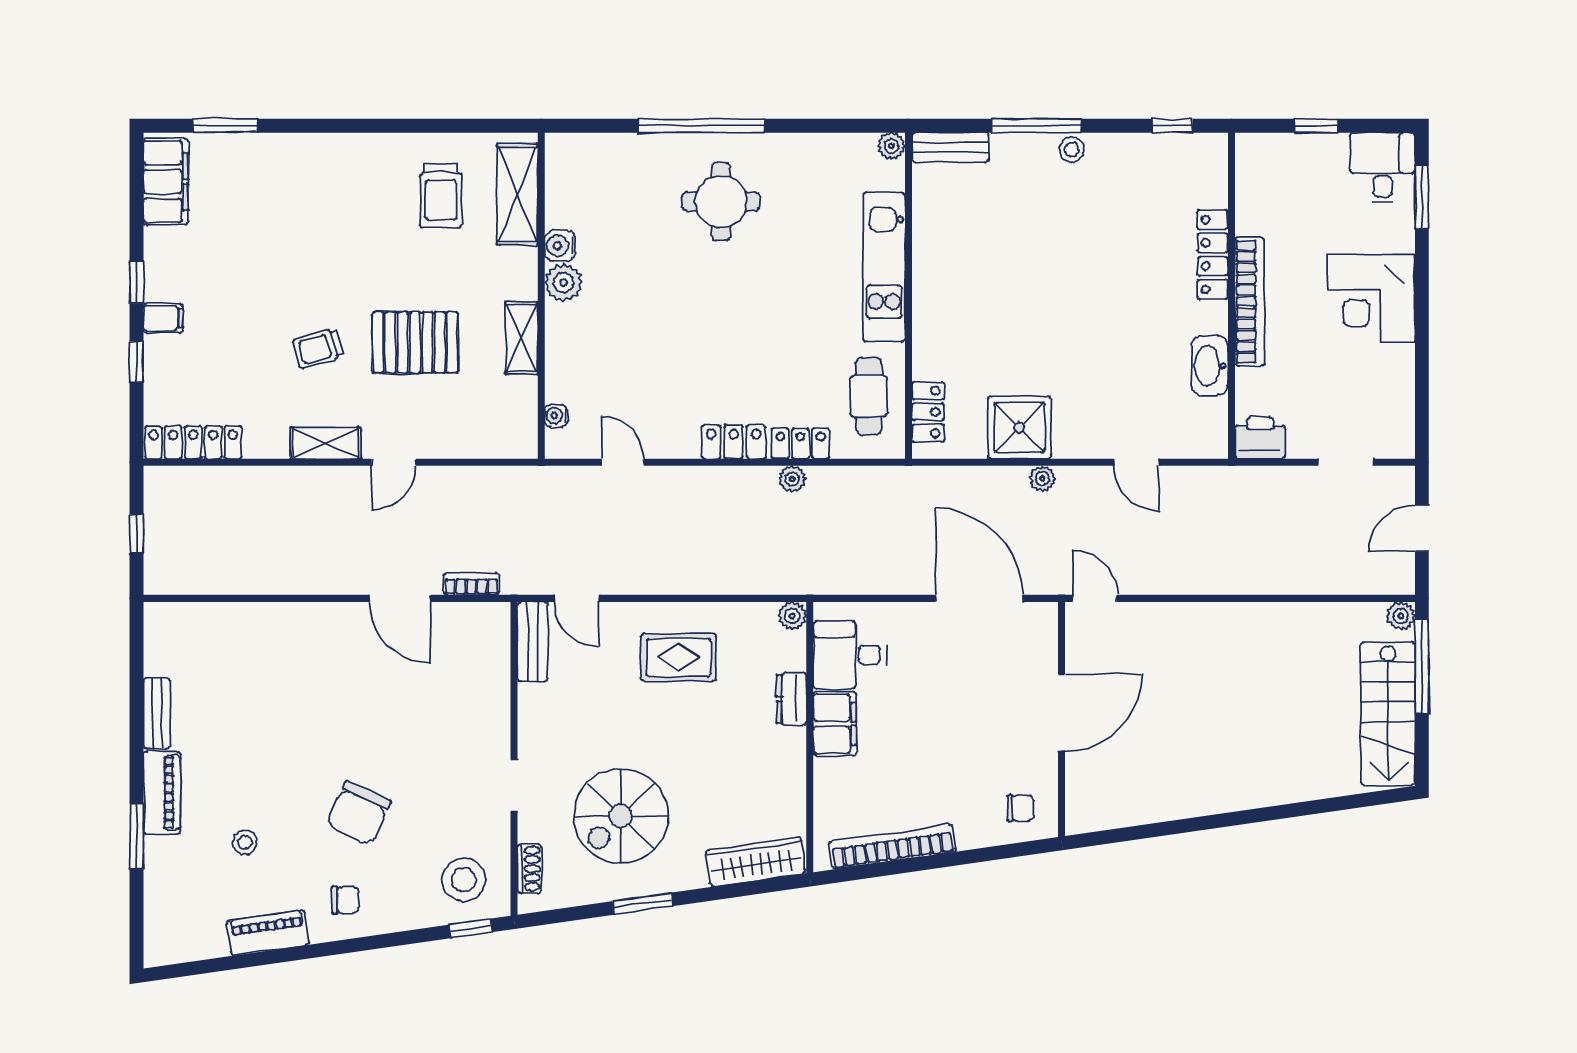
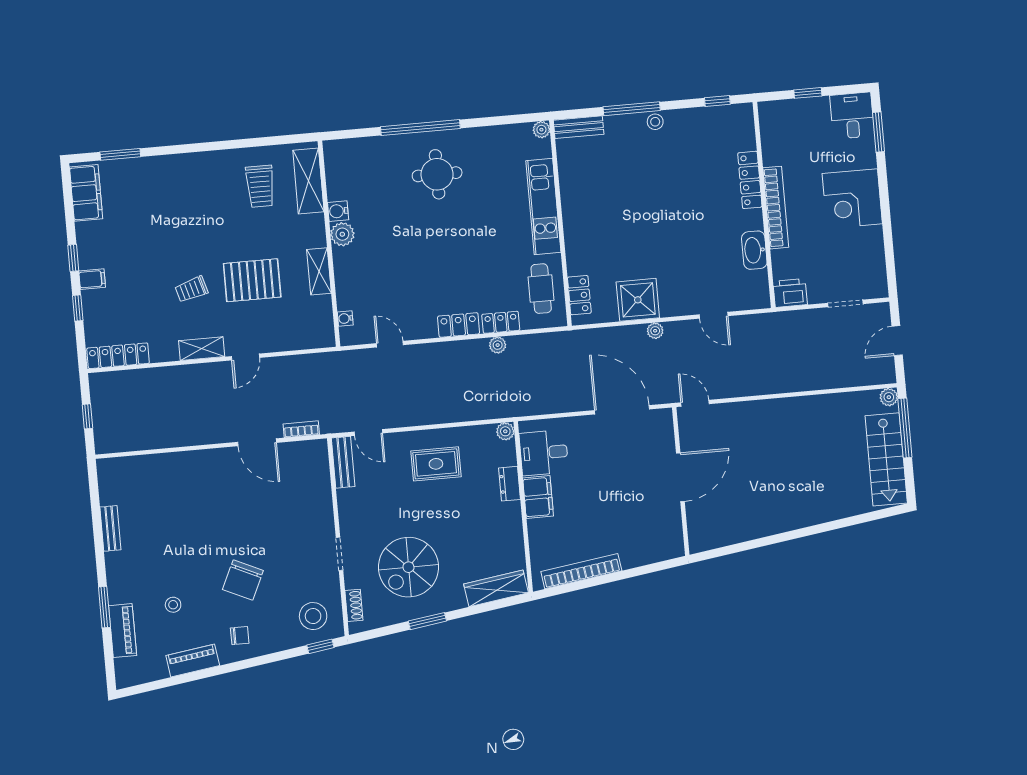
piano: (162, 793) -> (123, 631), moved
chair: (1020, 808) -> (660, 540), removed

